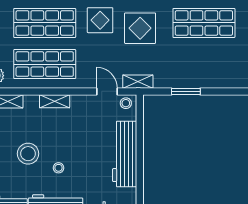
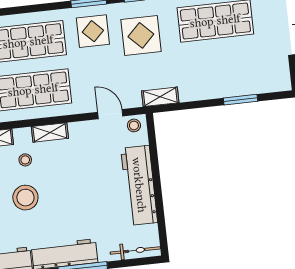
shelving: (138, 82) -> (160, 97), moved
window: (186, 91) -> (241, 100), moved
stool: (59, 168) -> (25, 160), moved

